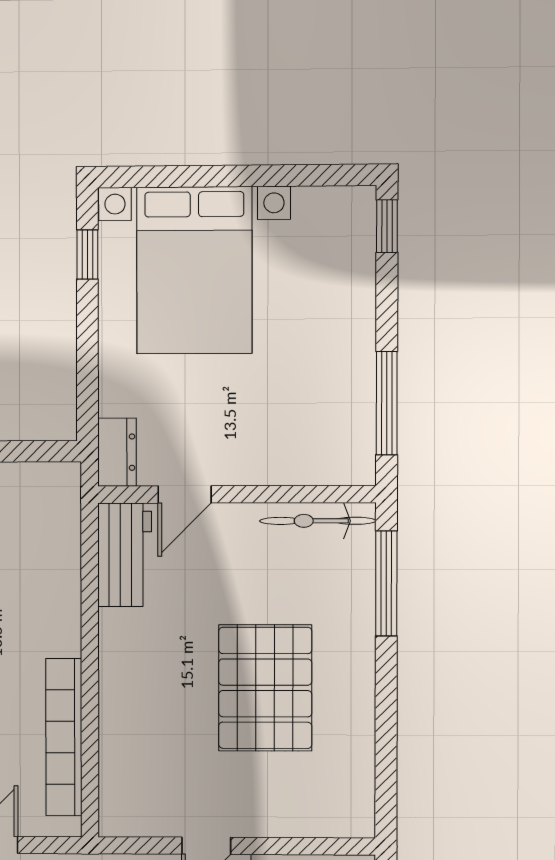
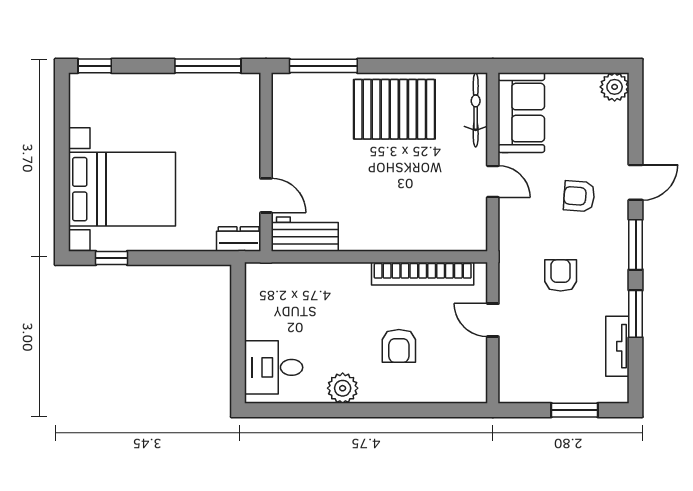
bicycle: (318, 521) -> (476, 110), moved, turned 180
pallet: (265, 688) -> (394, 109), moved

